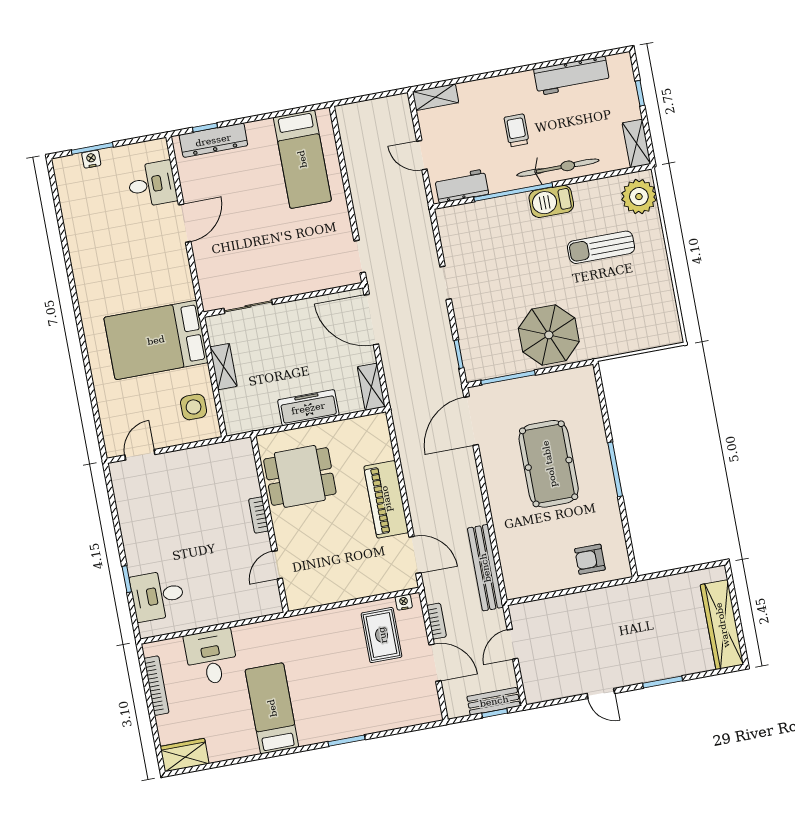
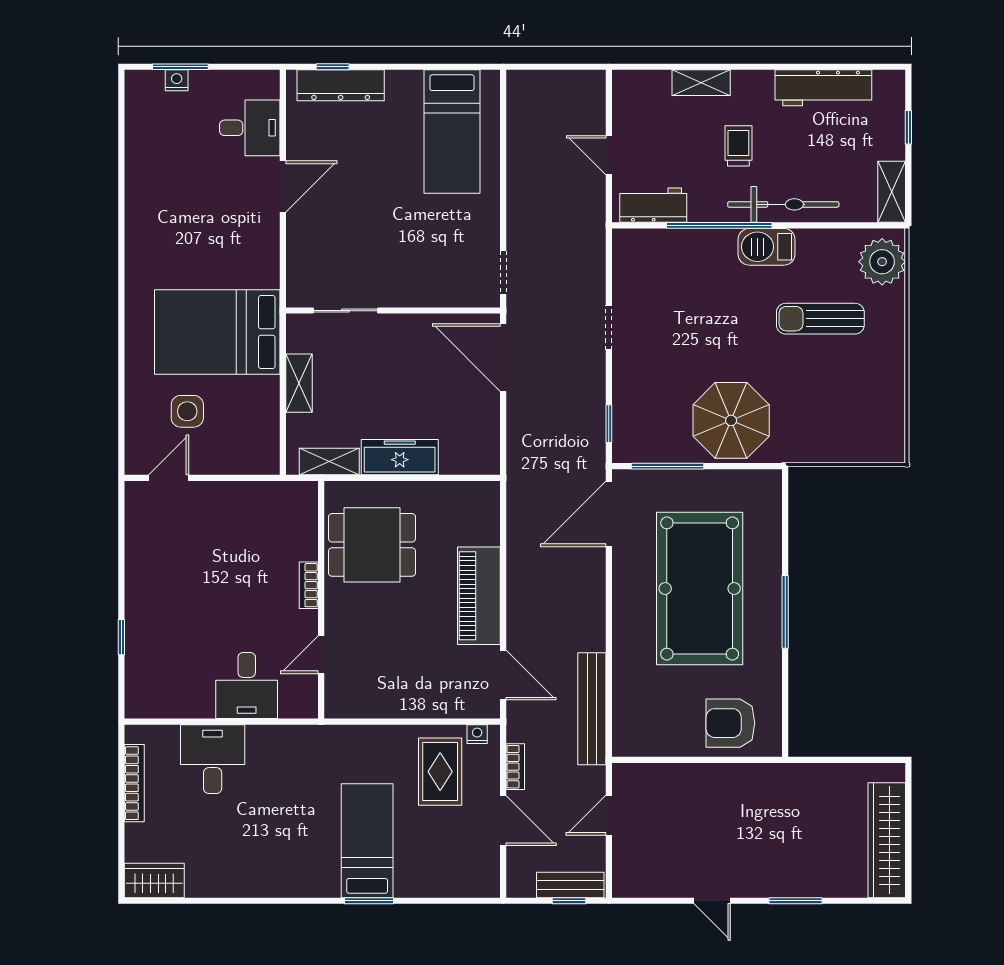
shelving: (436, 97) -> (701, 83), moved
shelving: (371, 387) -> (329, 462), moved, turned 90
side table: (194, 407) -> (187, 411), moved
pool table: (549, 464) -> (700, 589), width x1.36, depth x1.32
armchair: (590, 559) -> (730, 723), width x1.38, depth x1.38
desk: (158, 596) -> (247, 685), moved, turned -90
bed: (272, 708) -> (367, 841), moved

